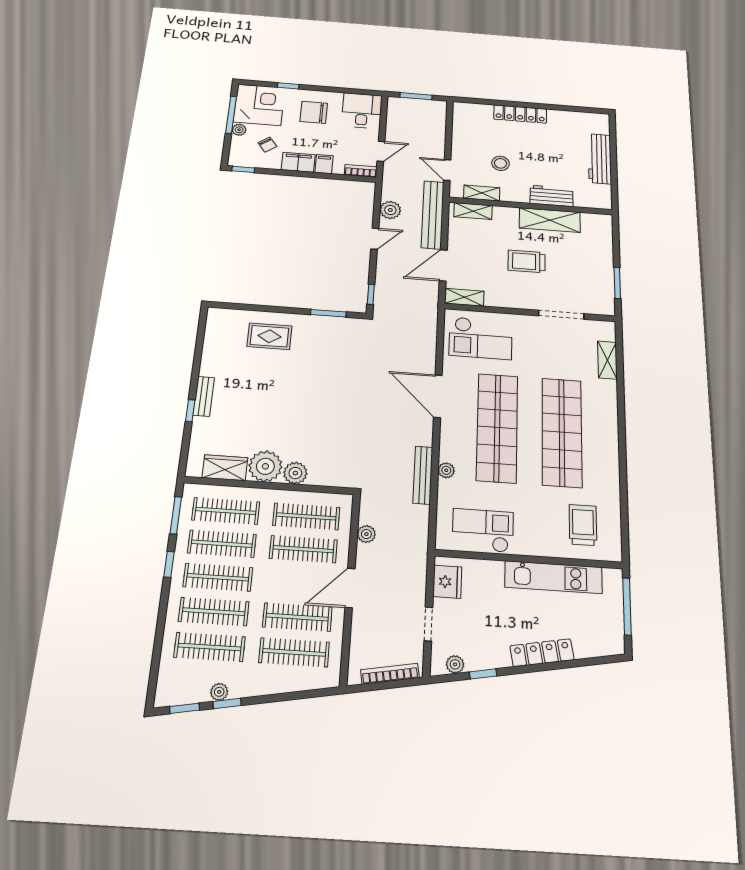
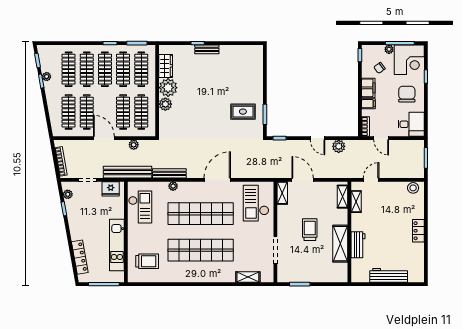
locker: (520, 114) -> (418, 231), width x0.66
stool: (500, 163) -> (413, 188), moved
bench: (433, 215) -> (128, 172), moved
rug: (269, 336) -> (243, 112), moved, turned 90
locker: (542, 653) -> (80, 257), moved

